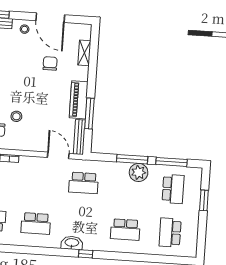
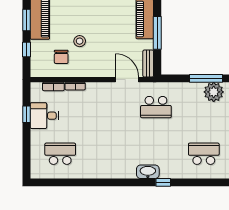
bench: (79, 137) -> (148, 63), width x0.73
school desk: (36, 223) -> (108, 154), removed
school desk: (125, 230) -> (204, 154), turned 180

